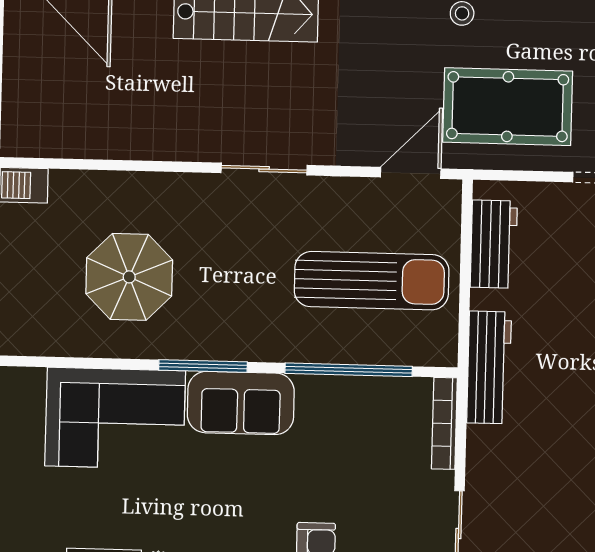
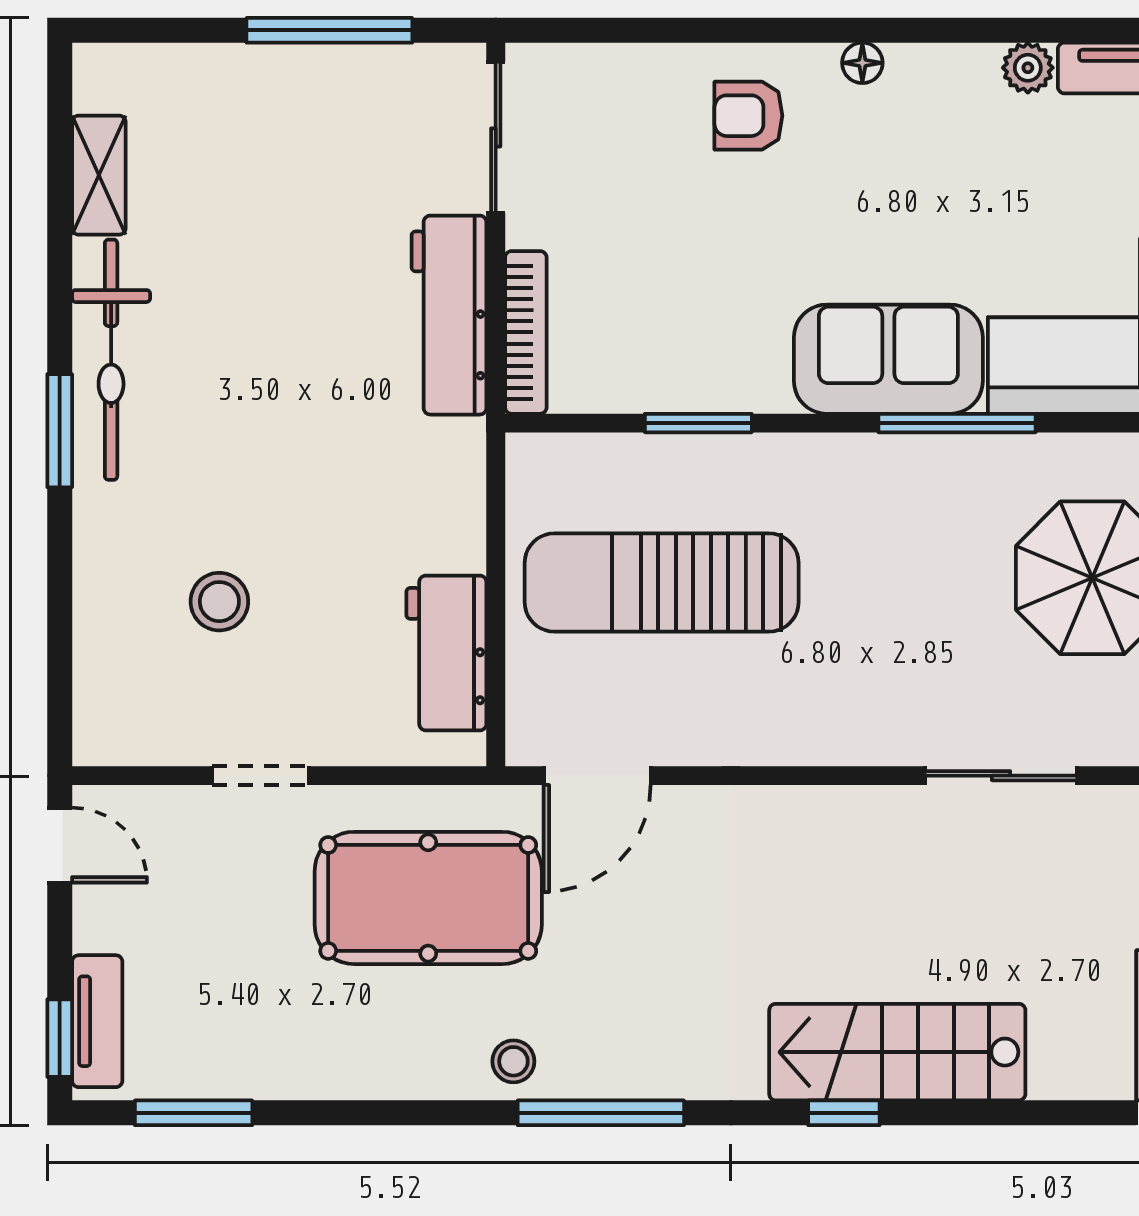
sliding door: (264, 169) -> (1001, 776), moved
workbench: (489, 367) -> (449, 315), moved
window: (349, 370) -> (698, 423), width x0.47

